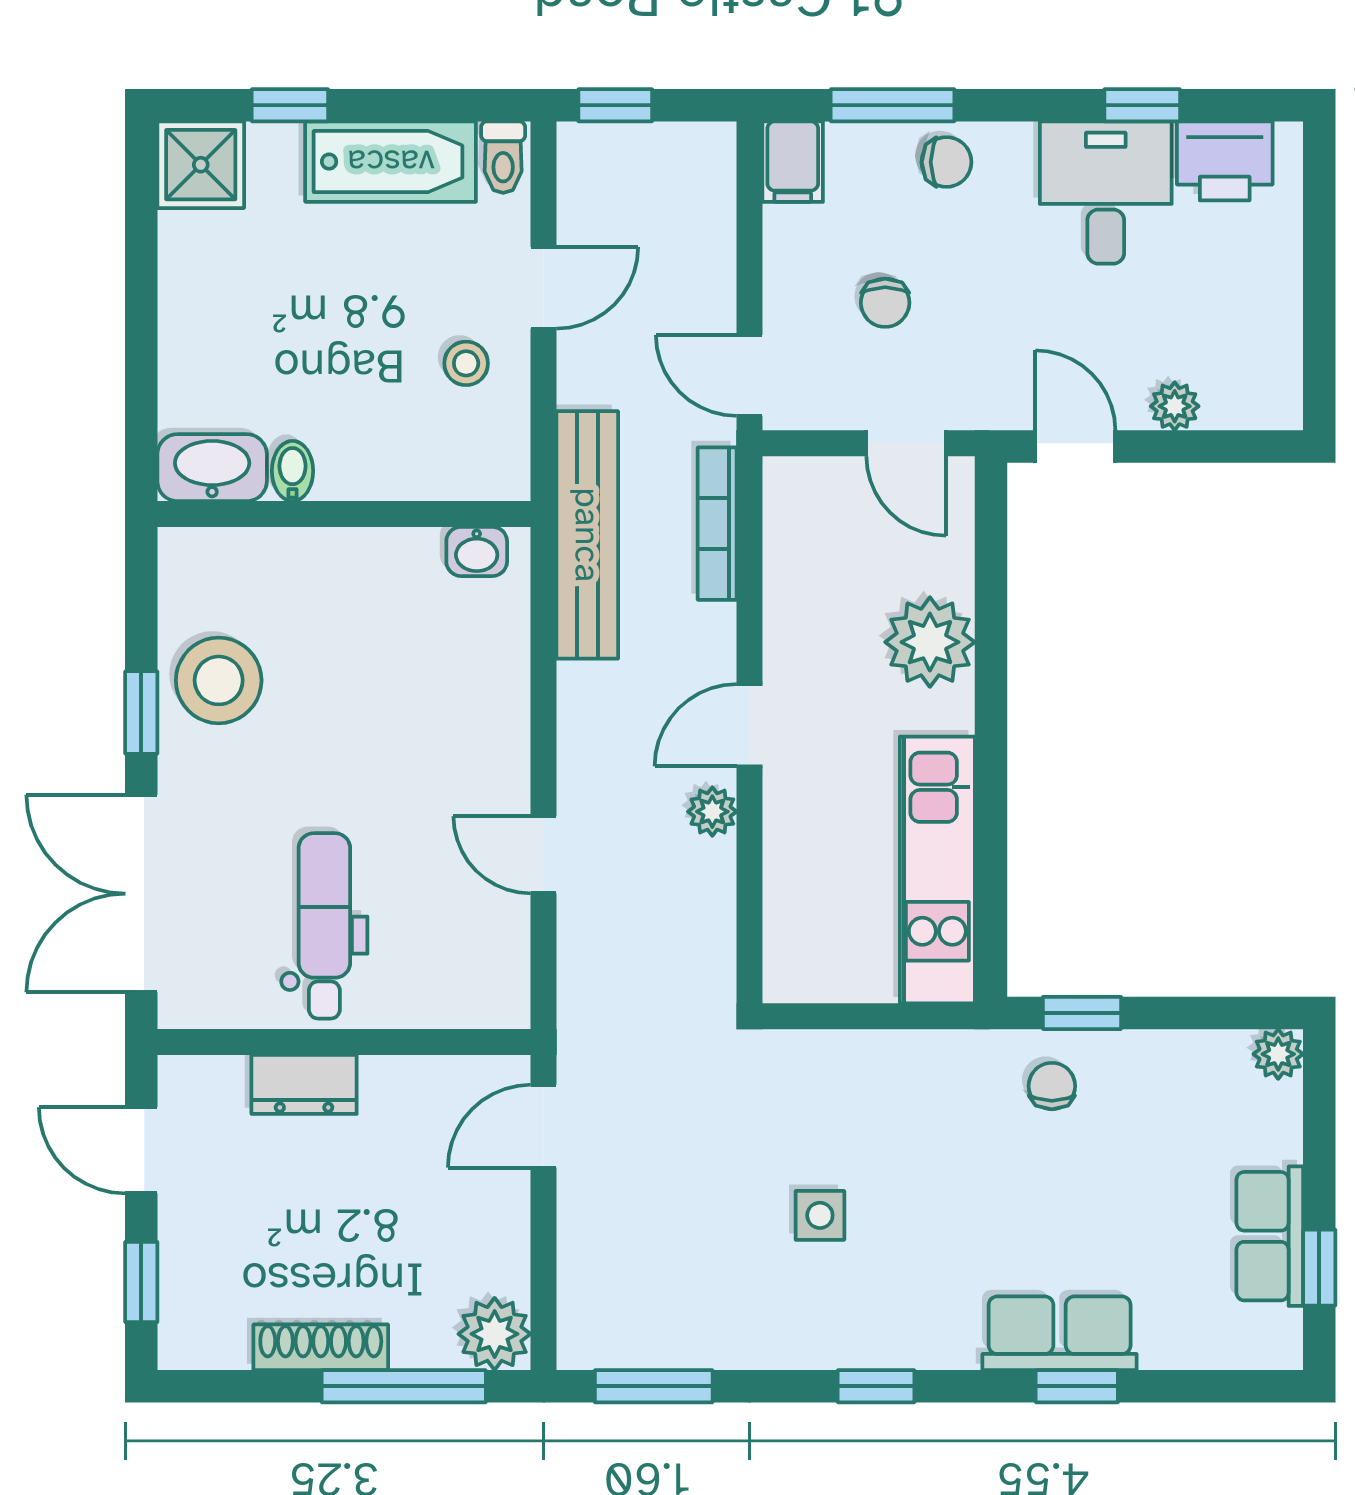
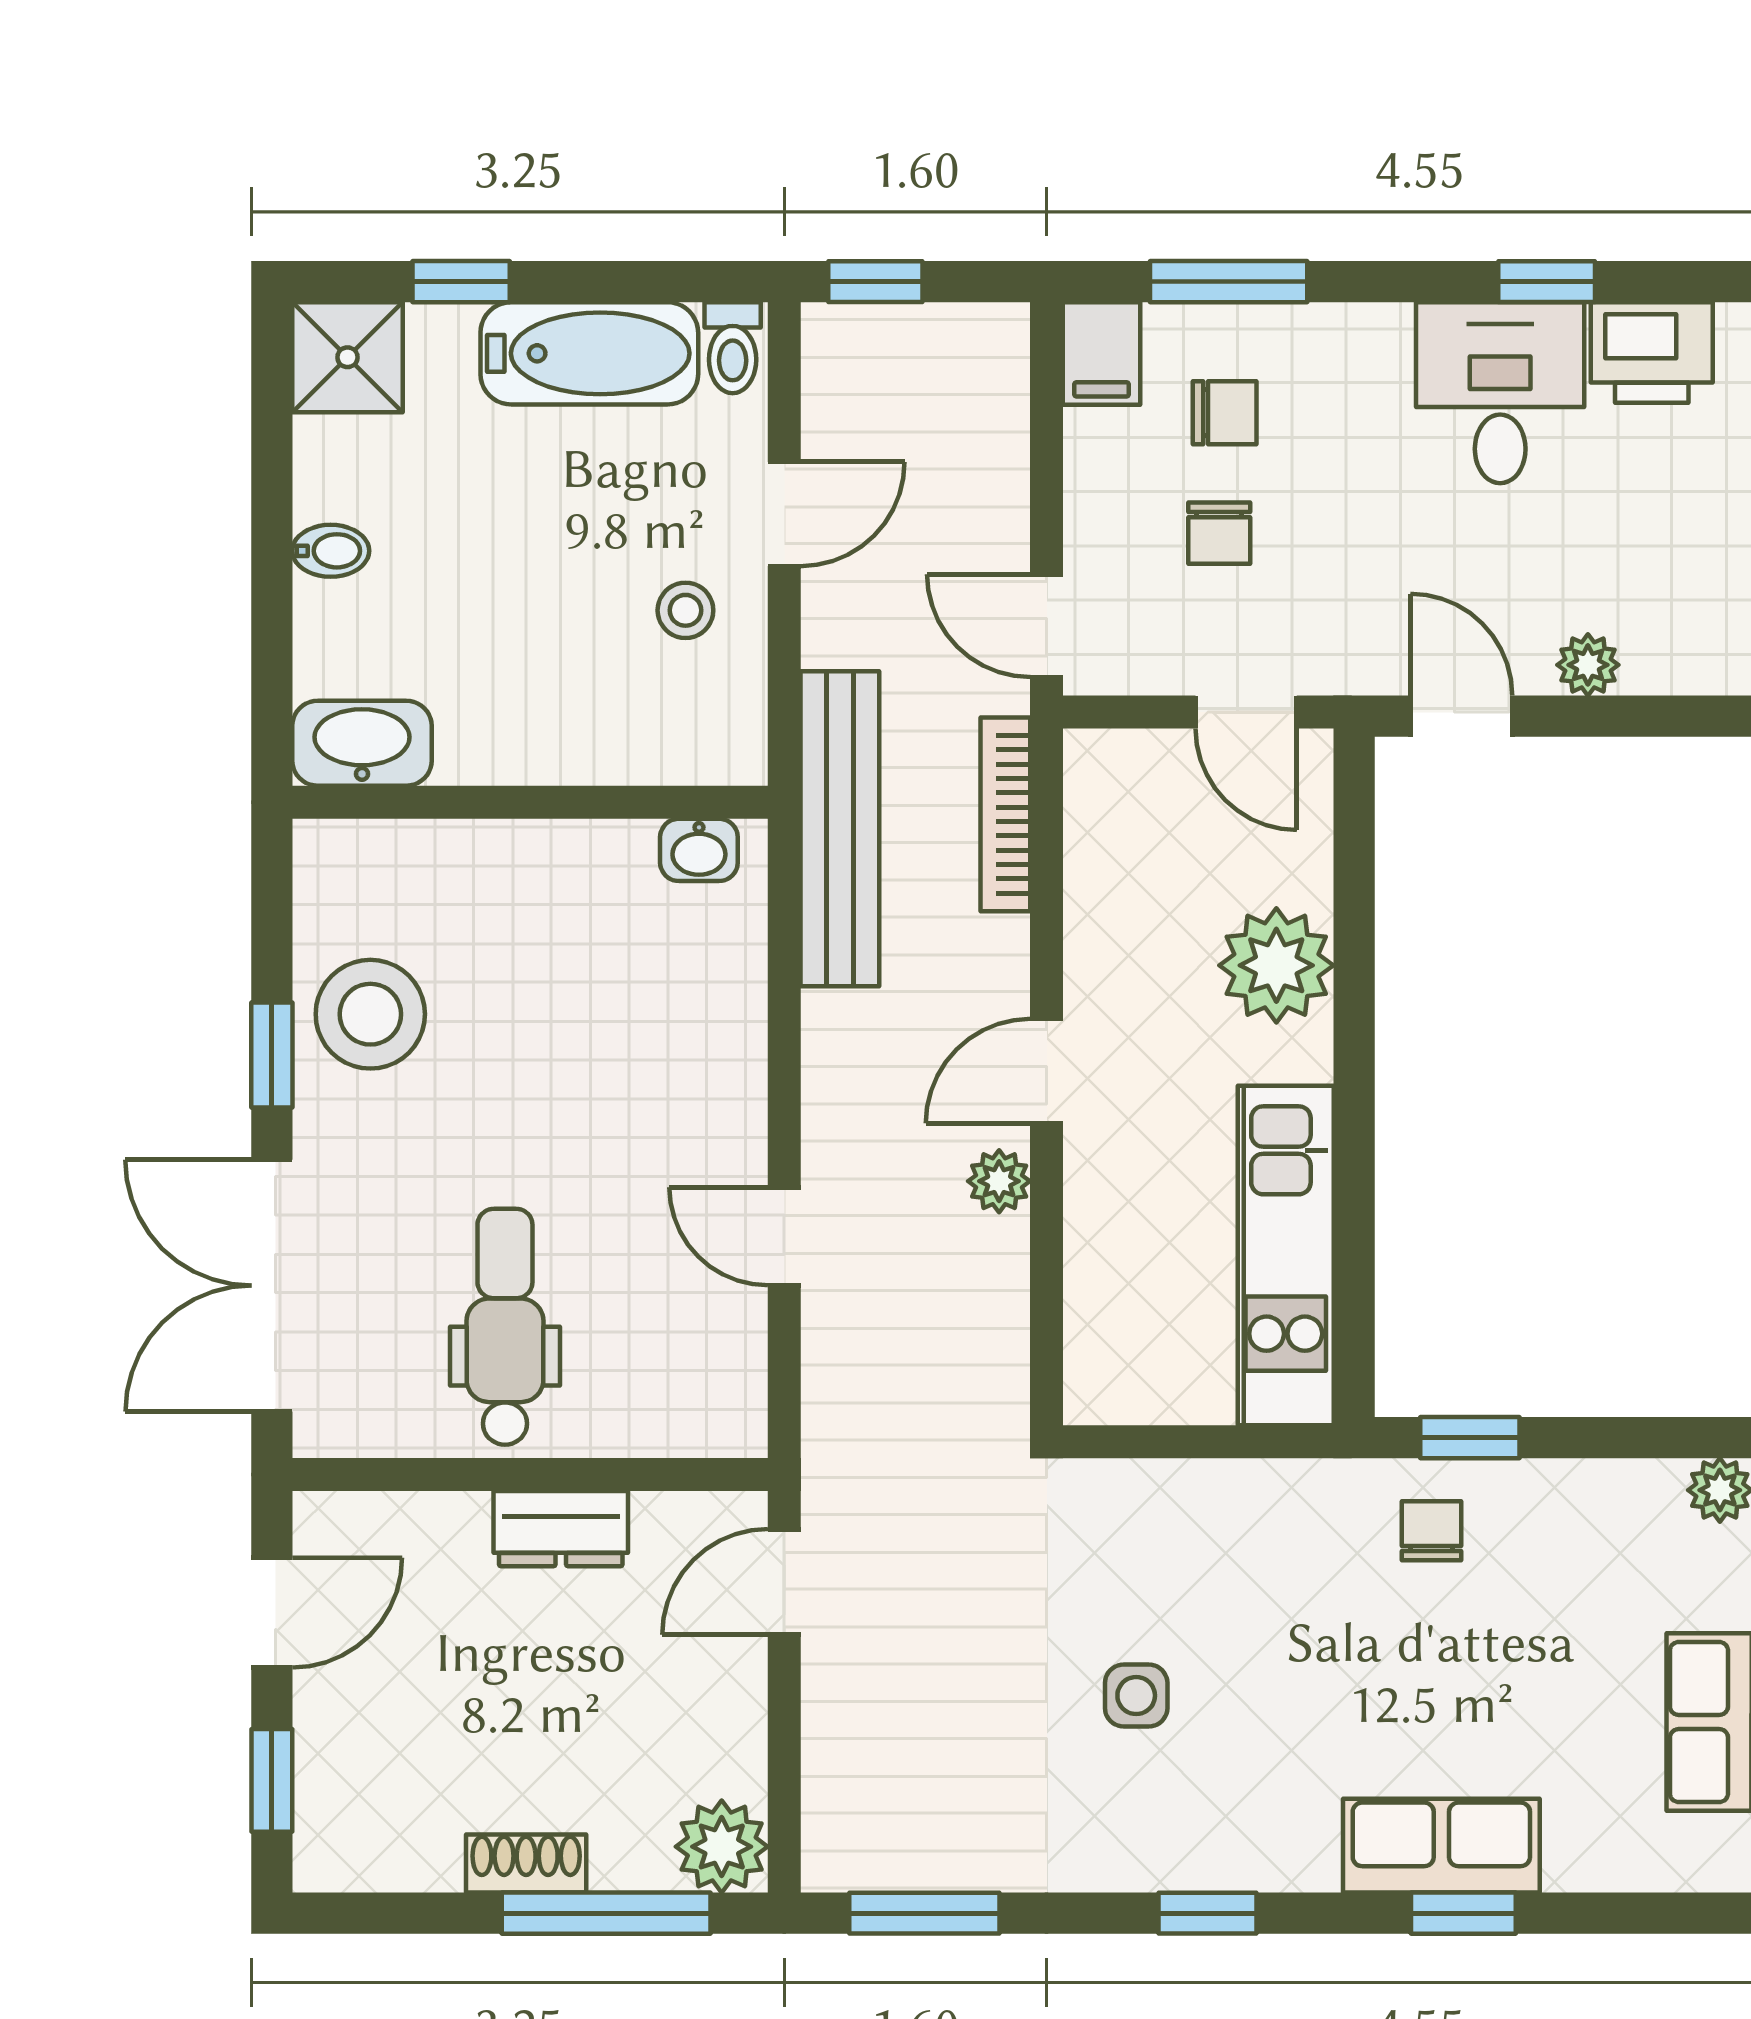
chair: (946, 162) -> (1225, 413), moved
bidet: (292, 471) -> (331, 551), moved, turned 90
dresser: (304, 1084) -> (561, 1529), moved
door: (141, 1150) -> (272, 1613), swing flipped
shoe rack: (321, 1347) -> (526, 1864), width x0.70

